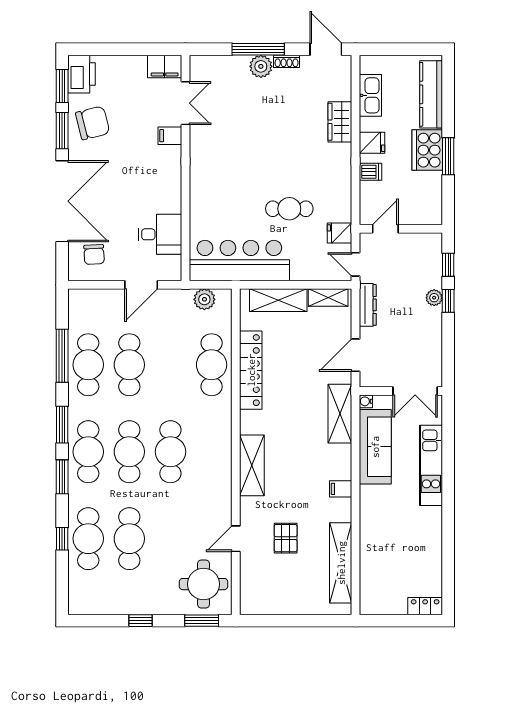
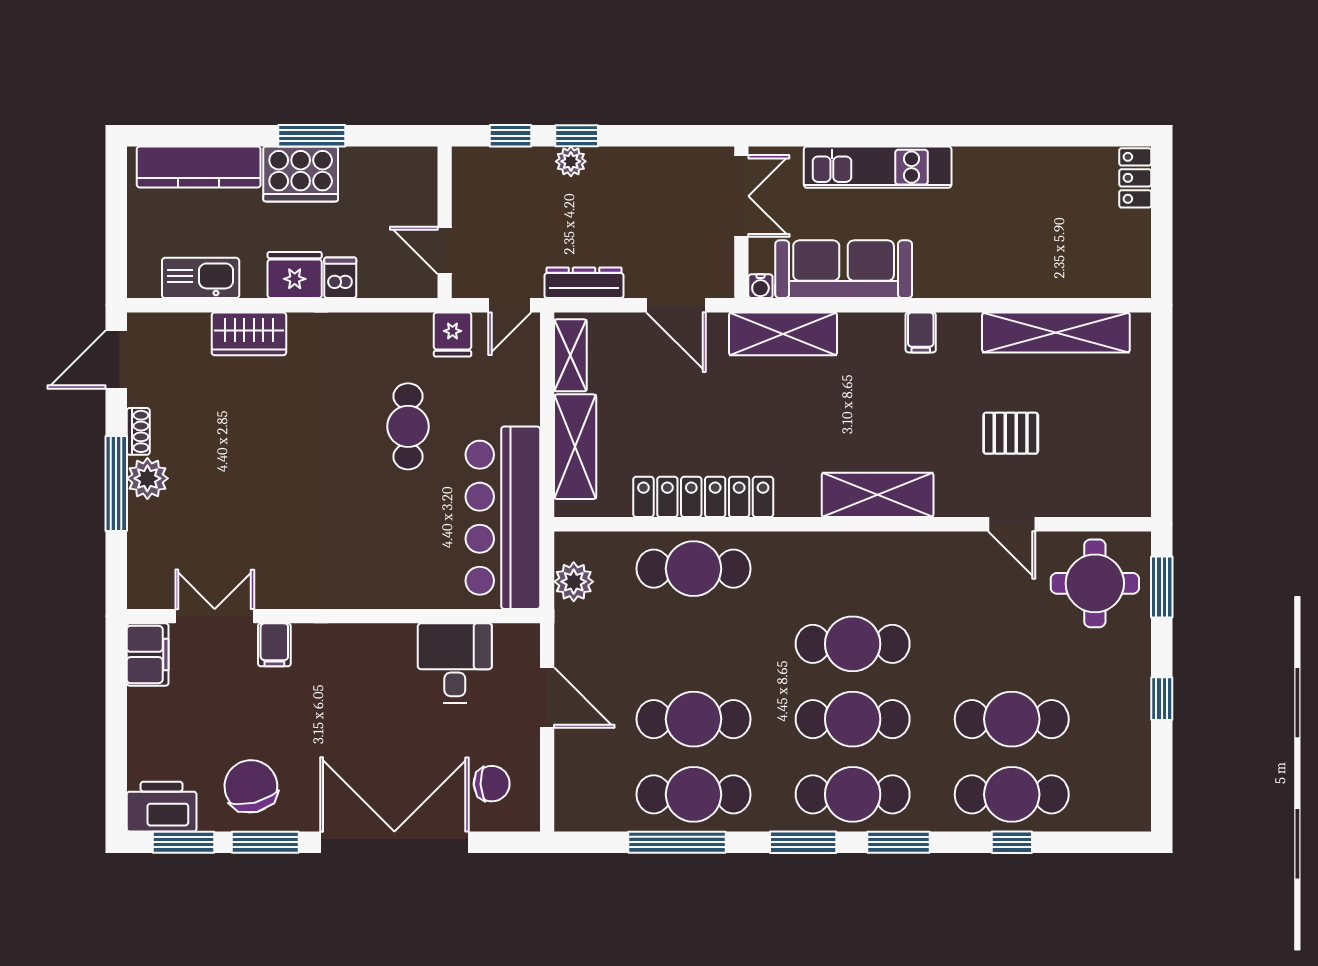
fridge: (372, 143) -> (295, 275), width x1.38

